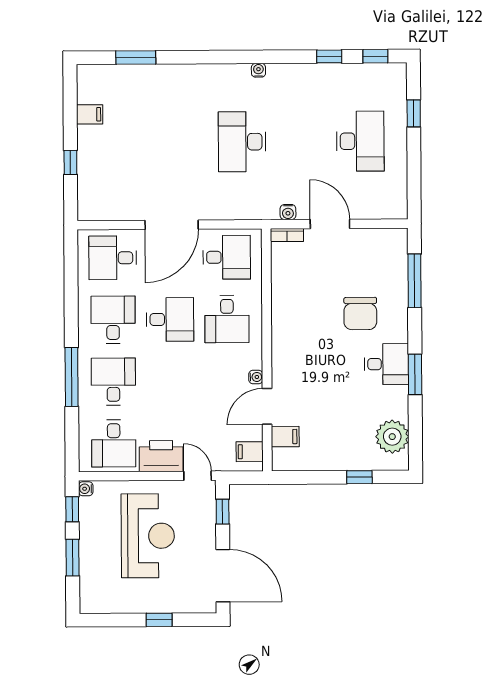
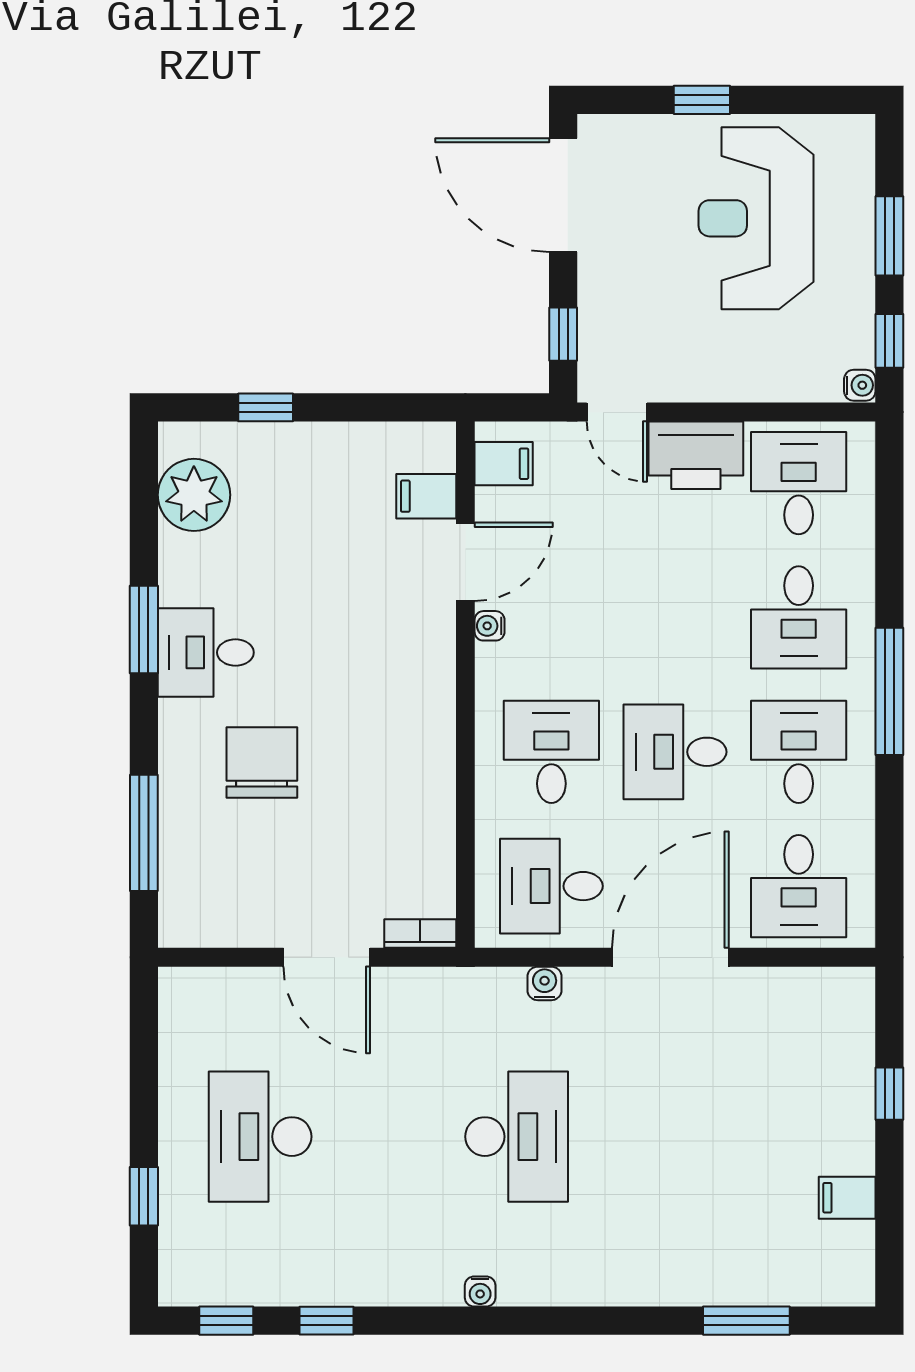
water cooler: (288, 212) -> (545, 983), moved
desk: (113, 258) -> (799, 886), turned 90
desk: (113, 320) -> (799, 752), turned 180
window: (72, 377) -> (889, 691), moved
reception desk: (148, 536) -> (756, 218), moved

